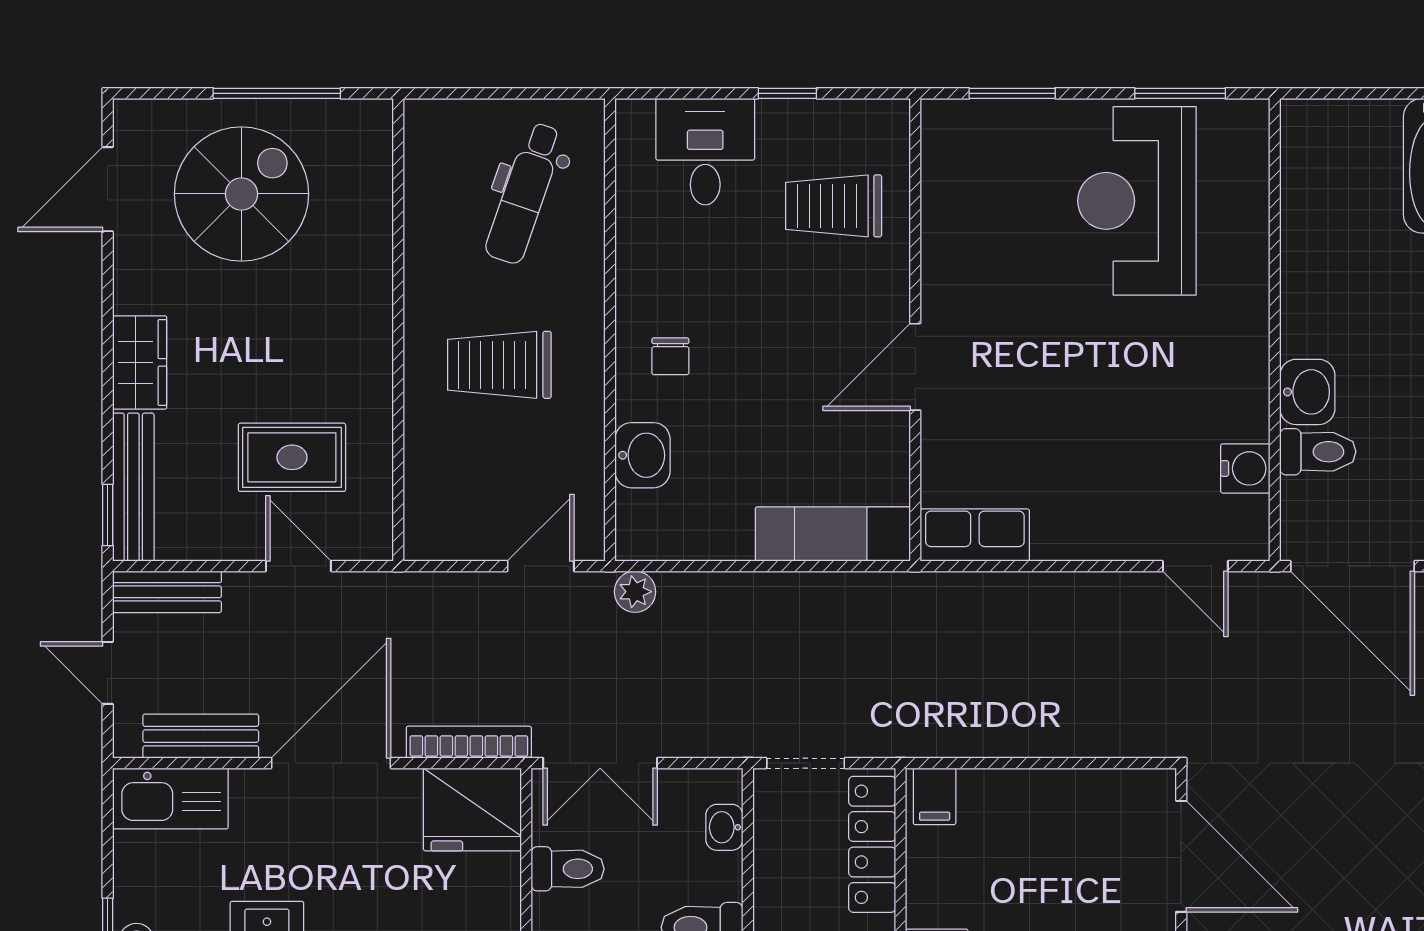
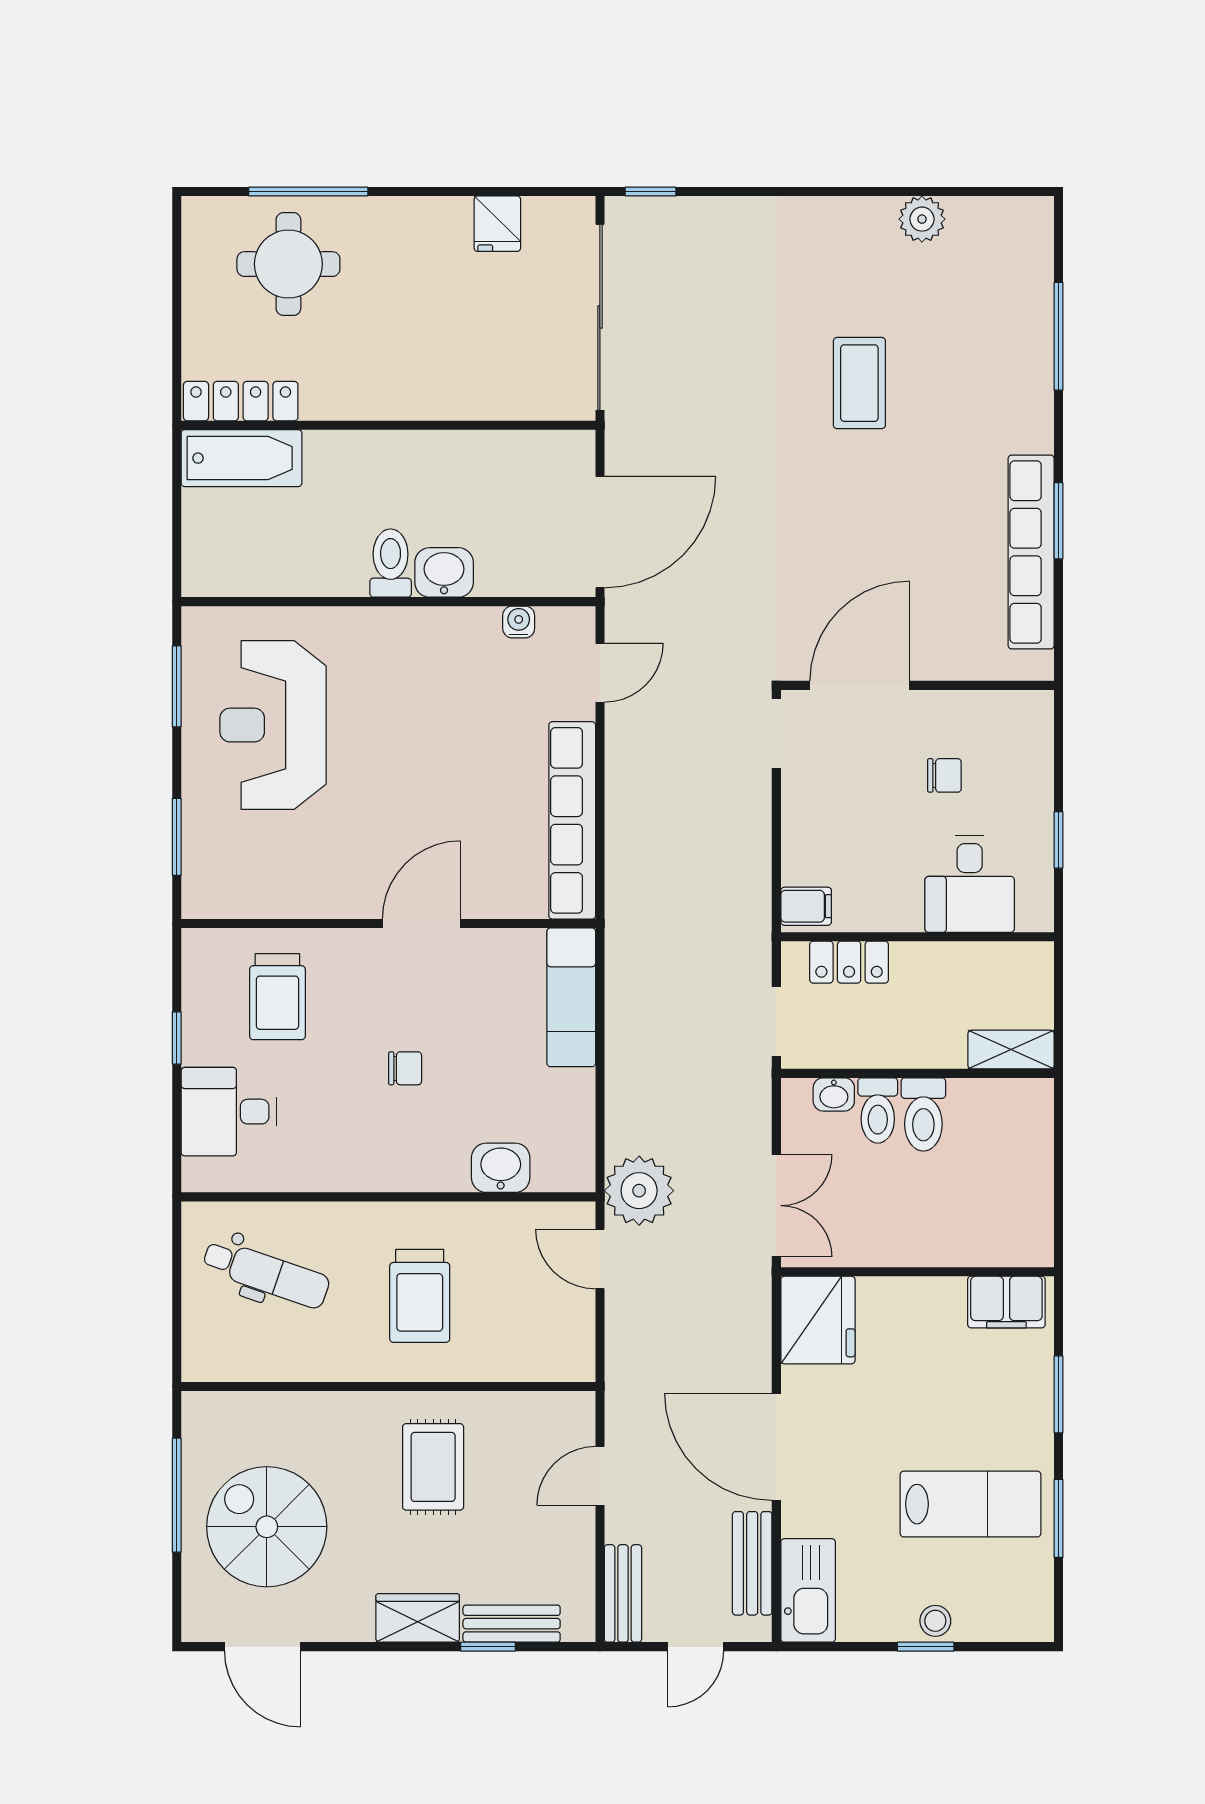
reception desk: (1137, 201) -> (273, 725), turned 90
chair: (670, 356) -> (405, 1068), moved
door: (915, 367) -> (422, 923), swing flipped
toilet: (1318, 452) -> (391, 563), moved
rug: (292, 457) -> (433, 1467), moved
water cooler: (1245, 468) -> (519, 622), width x0.72, depth x0.72
bench: (133, 487) -> (512, 1624), width x0.73
window: (108, 515) -> (488, 1647), moved
row of seats: (975, 535) -> (572, 820), width x2.02
plant: (635, 592) -> (639, 1191), width x1.87, depth x1.87
bookcase: (469, 742) -> (758, 1323), removed
doorway: (1128, 763) -> (776, 733), added
locker: (872, 844) -> (849, 962), width x0.66
toilet: (568, 869) -> (878, 1110), moved, turned 180

